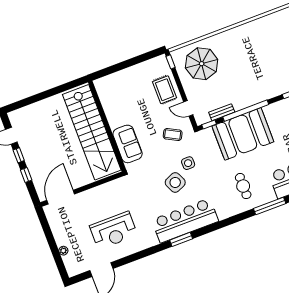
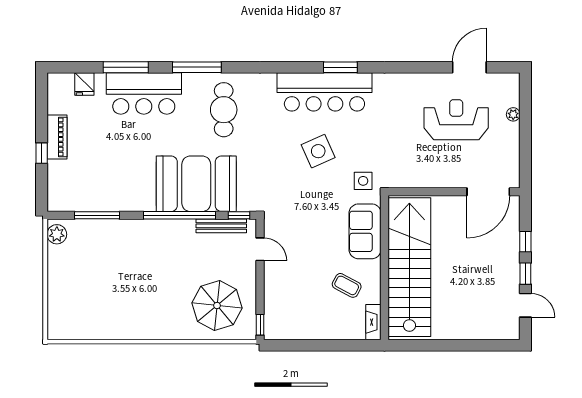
fireplace: (101, 90) -> (373, 322), added
rug: (164, 90) -> (284, 288), removed
bench: (222, 112) -> (221, 226), width x1.36
coffee table: (173, 135) -> (347, 285), moved
side table: (188, 163) -> (363, 181), moved
cafe table: (243, 186) -> (224, 110), width x1.37, depth x1.35
reception desk: (113, 230) -> (456, 120), moved

